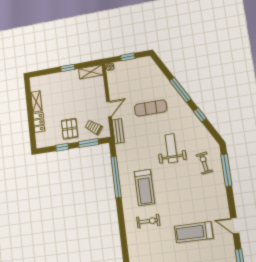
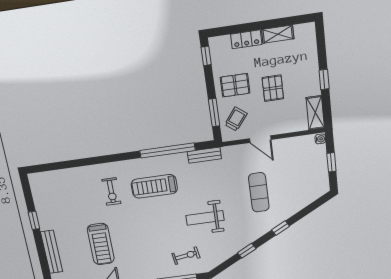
window: (180, 90) -> (281, 228), width x0.46
pallet: (73, 102) -> (273, 88), added
bench: (118, 131) -> (204, 155), moved
window: (62, 147) -> (206, 56), moved
weight bench: (171, 148) -> (205, 218), turned 180
treadmill: (194, 232) -> (101, 244), turned 180

